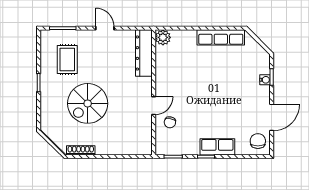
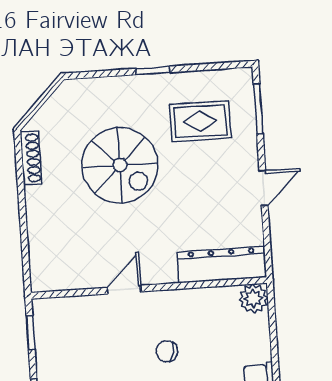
spiral stairs: (88, 103) -> (120, 165), turned 180
door: (154, 106) -> (124, 290), swing flipped
chair: (170, 122) -> (167, 351), moved

